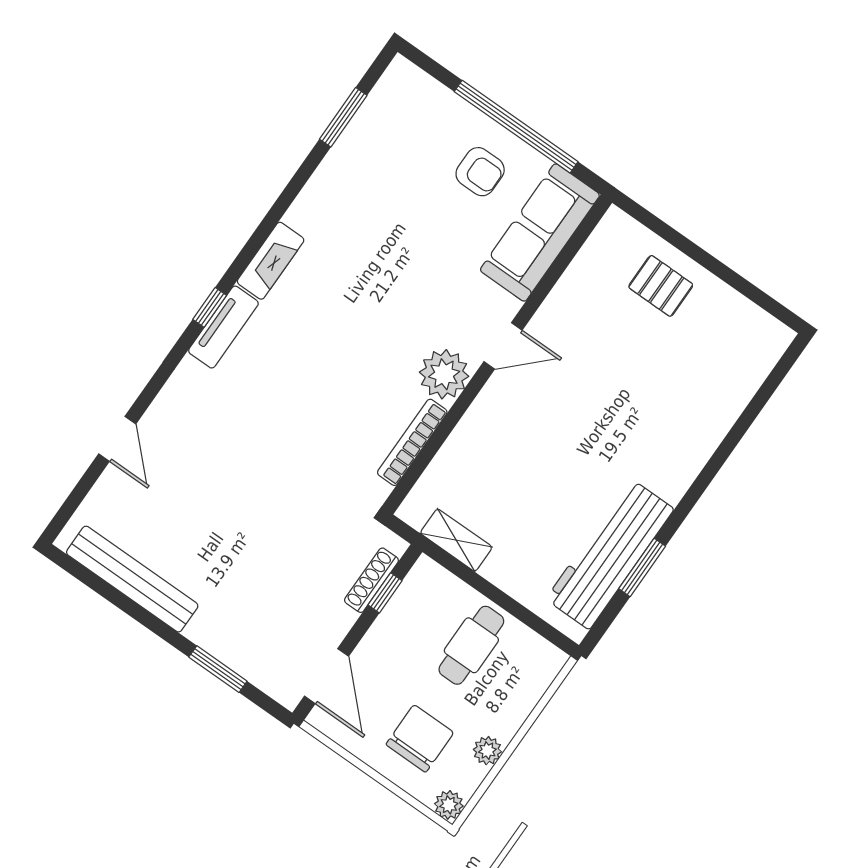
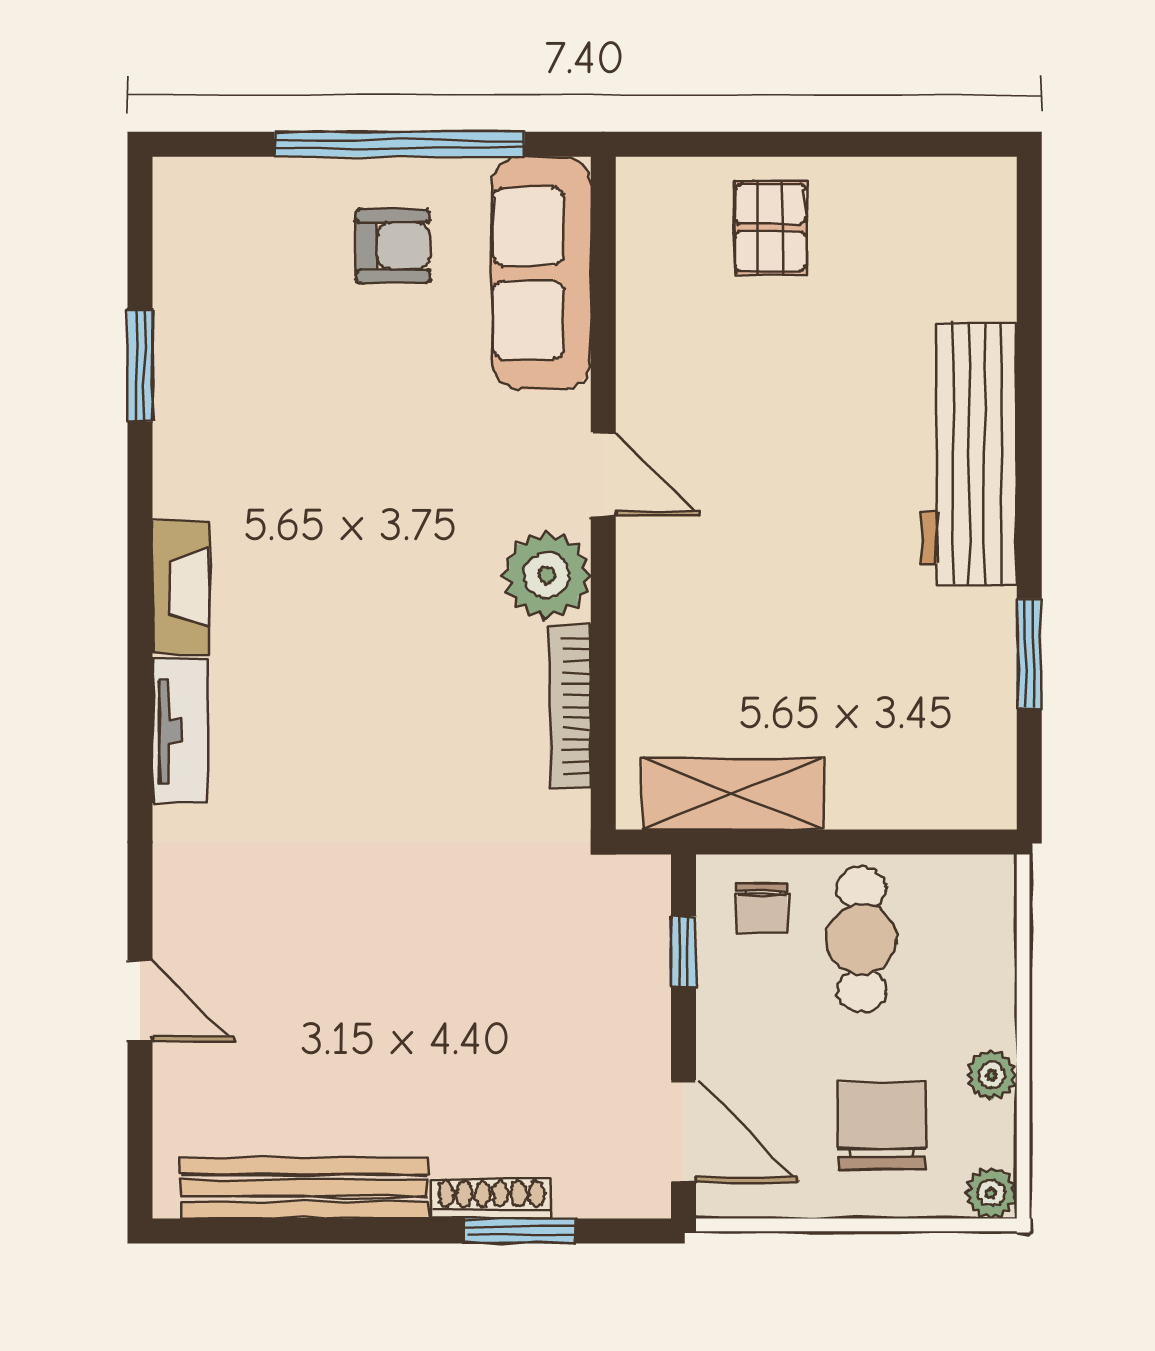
window: (343, 117) -> (140, 366), moved
pallet: (661, 286) -> (770, 227), turned 90
window: (210, 307) -> (140, 717), removed
door: (503, 346) -> (603, 474), hinge flipped
shelving: (456, 540) -> (733, 794), width x1.50, depth x1.33
workbench: (610, 554) -> (969, 454), moved
shoe rack: (371, 580) -> (491, 1199), moved, turned 90
chair: (435, 598) -> (762, 908), added

